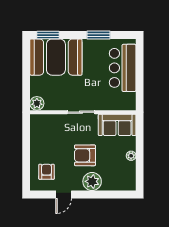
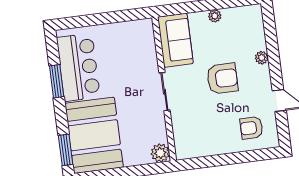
bar counter: (123, 68) -> (78, 67), moved, turned -90
armchair: (85, 155) -> (222, 79), turned -90
plant: (92, 181) -> (262, 58), width x0.53, depth x0.53

